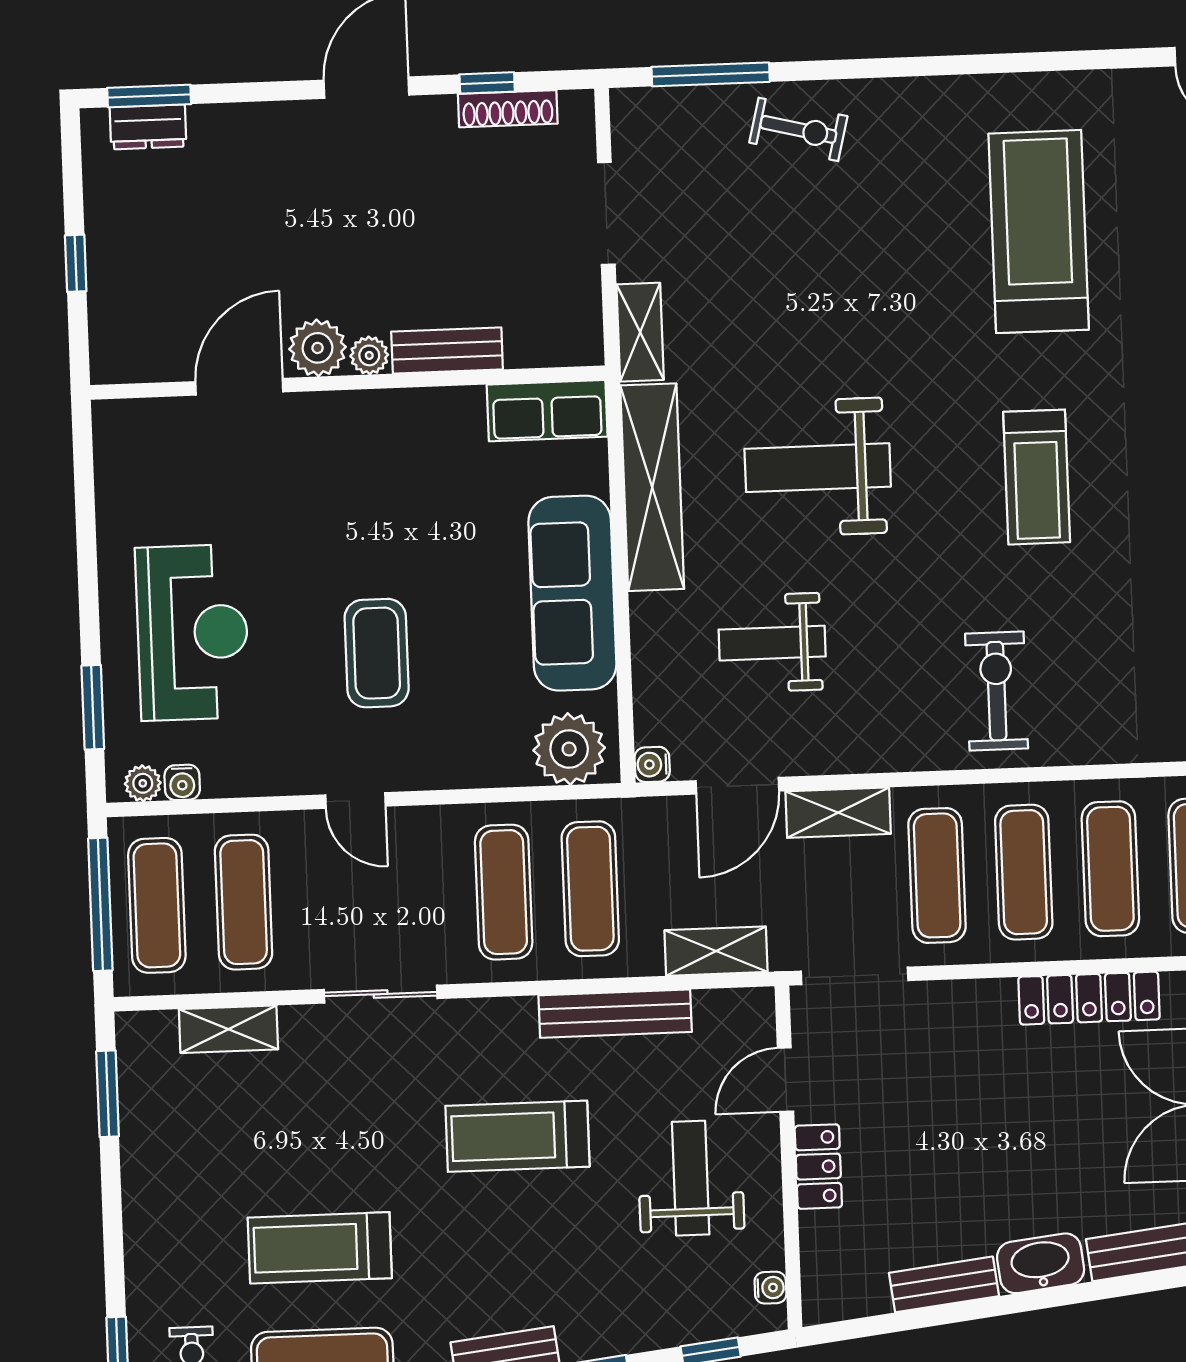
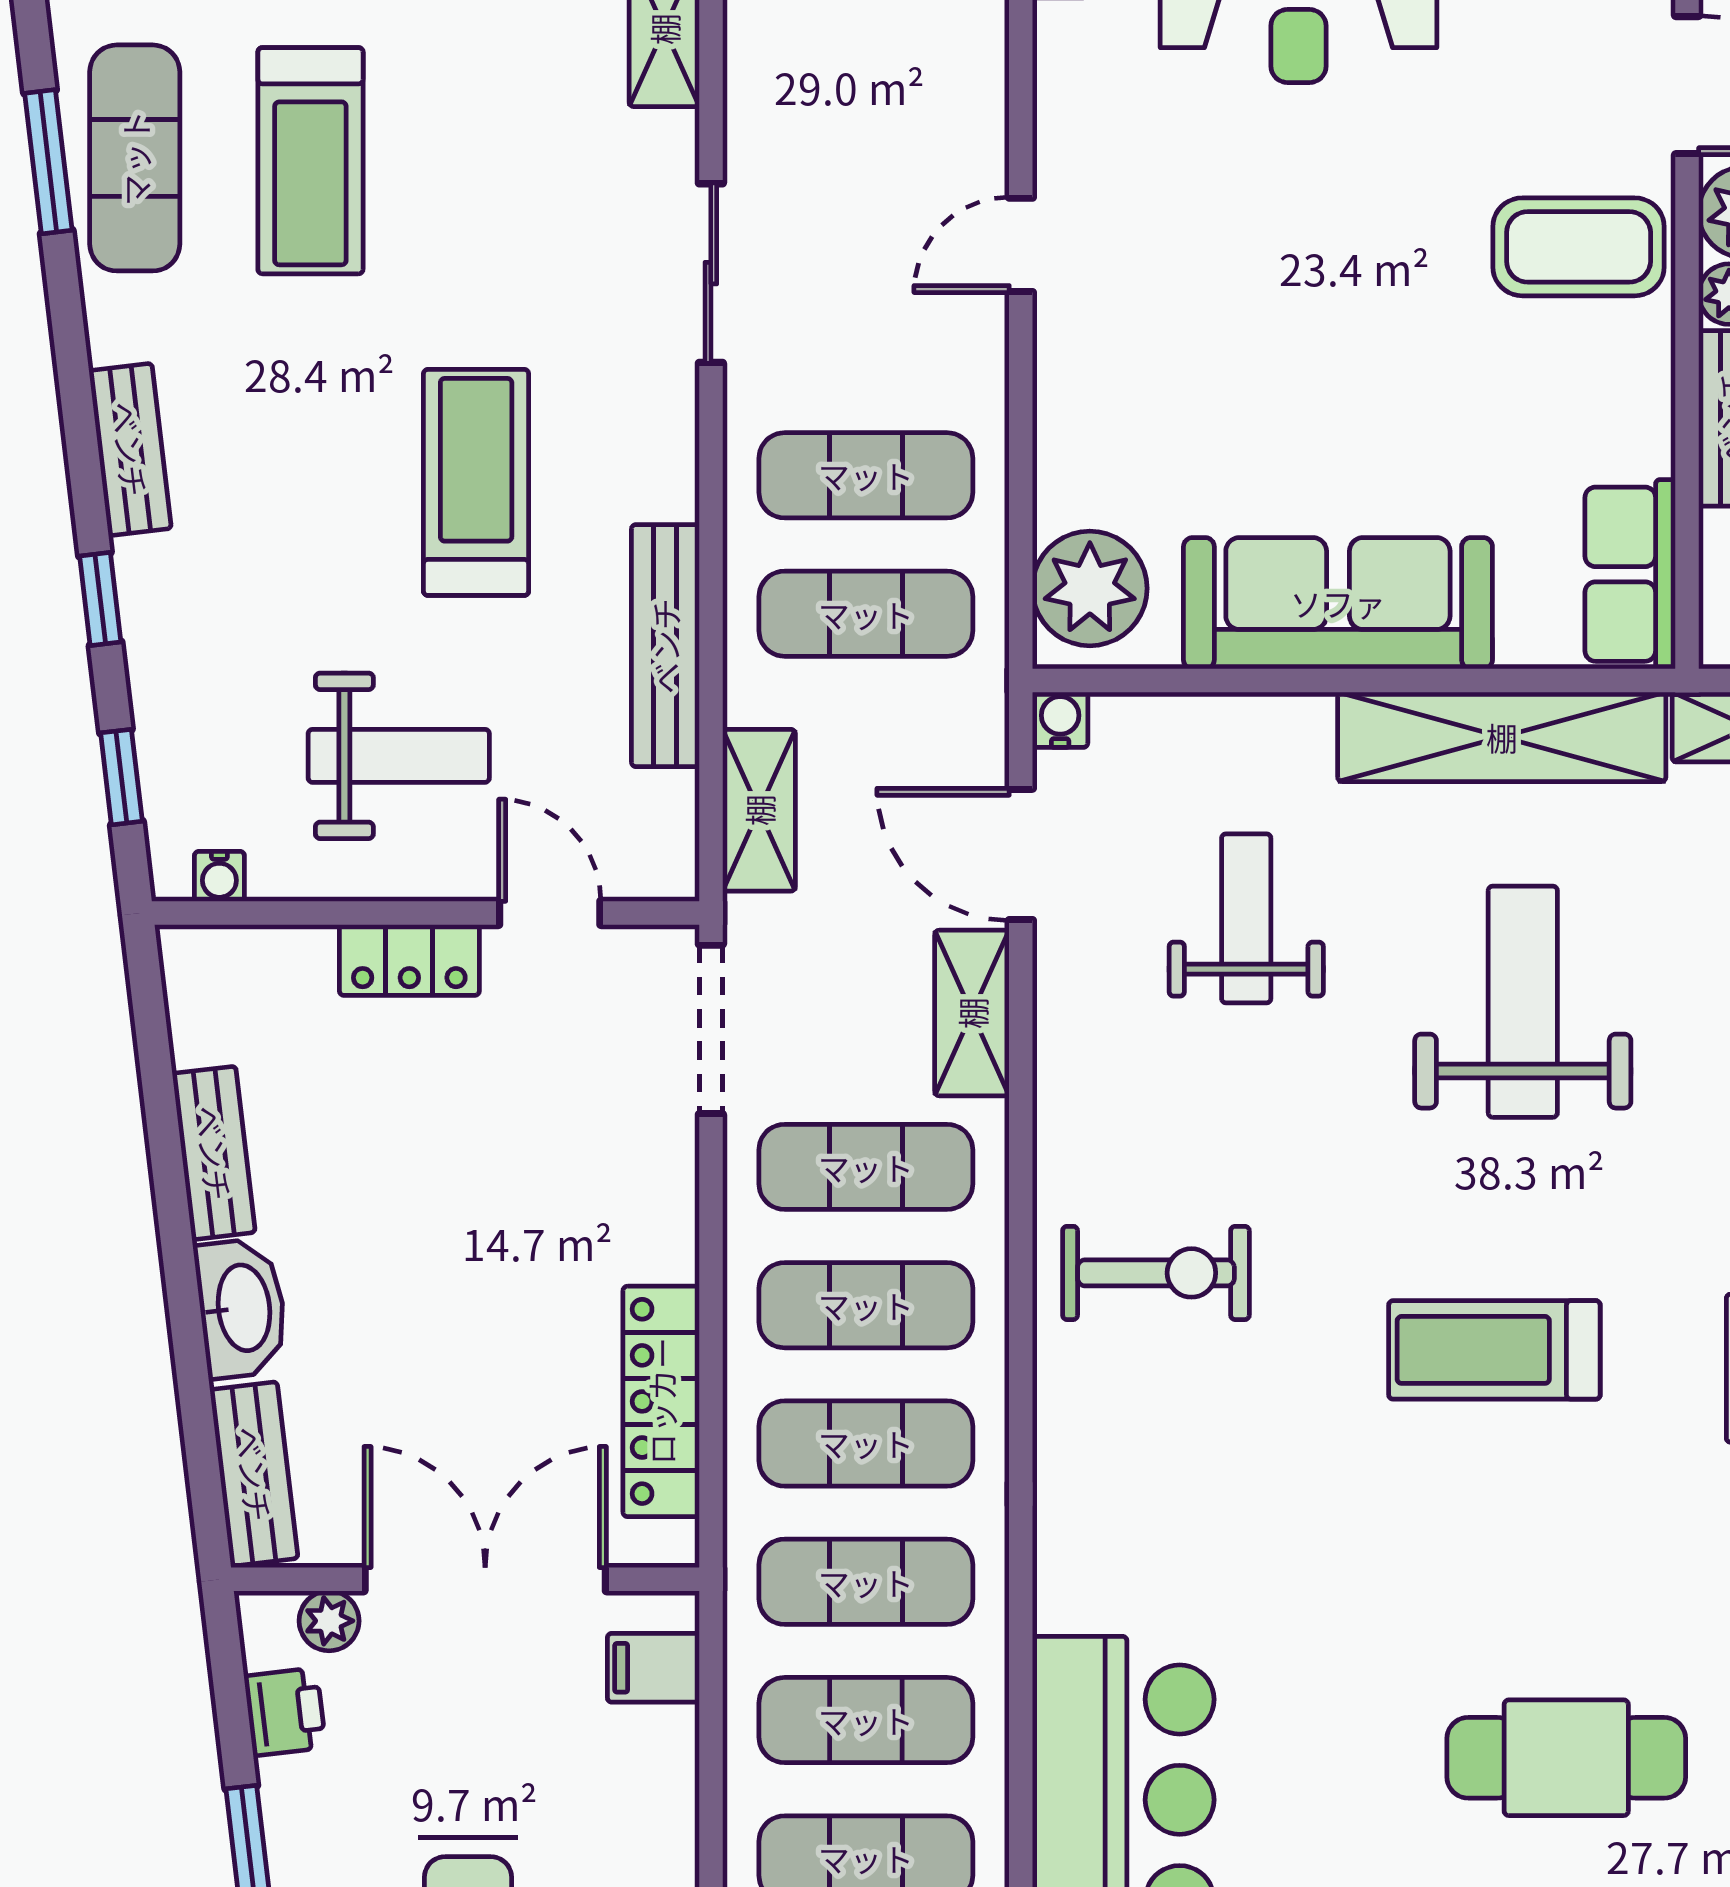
coffee table: (377, 653) -> (1579, 247), moved
exercise mat: (244, 902) -> (866, 60), removed
treadmill: (320, 1248) -> (310, 161), turned 180

